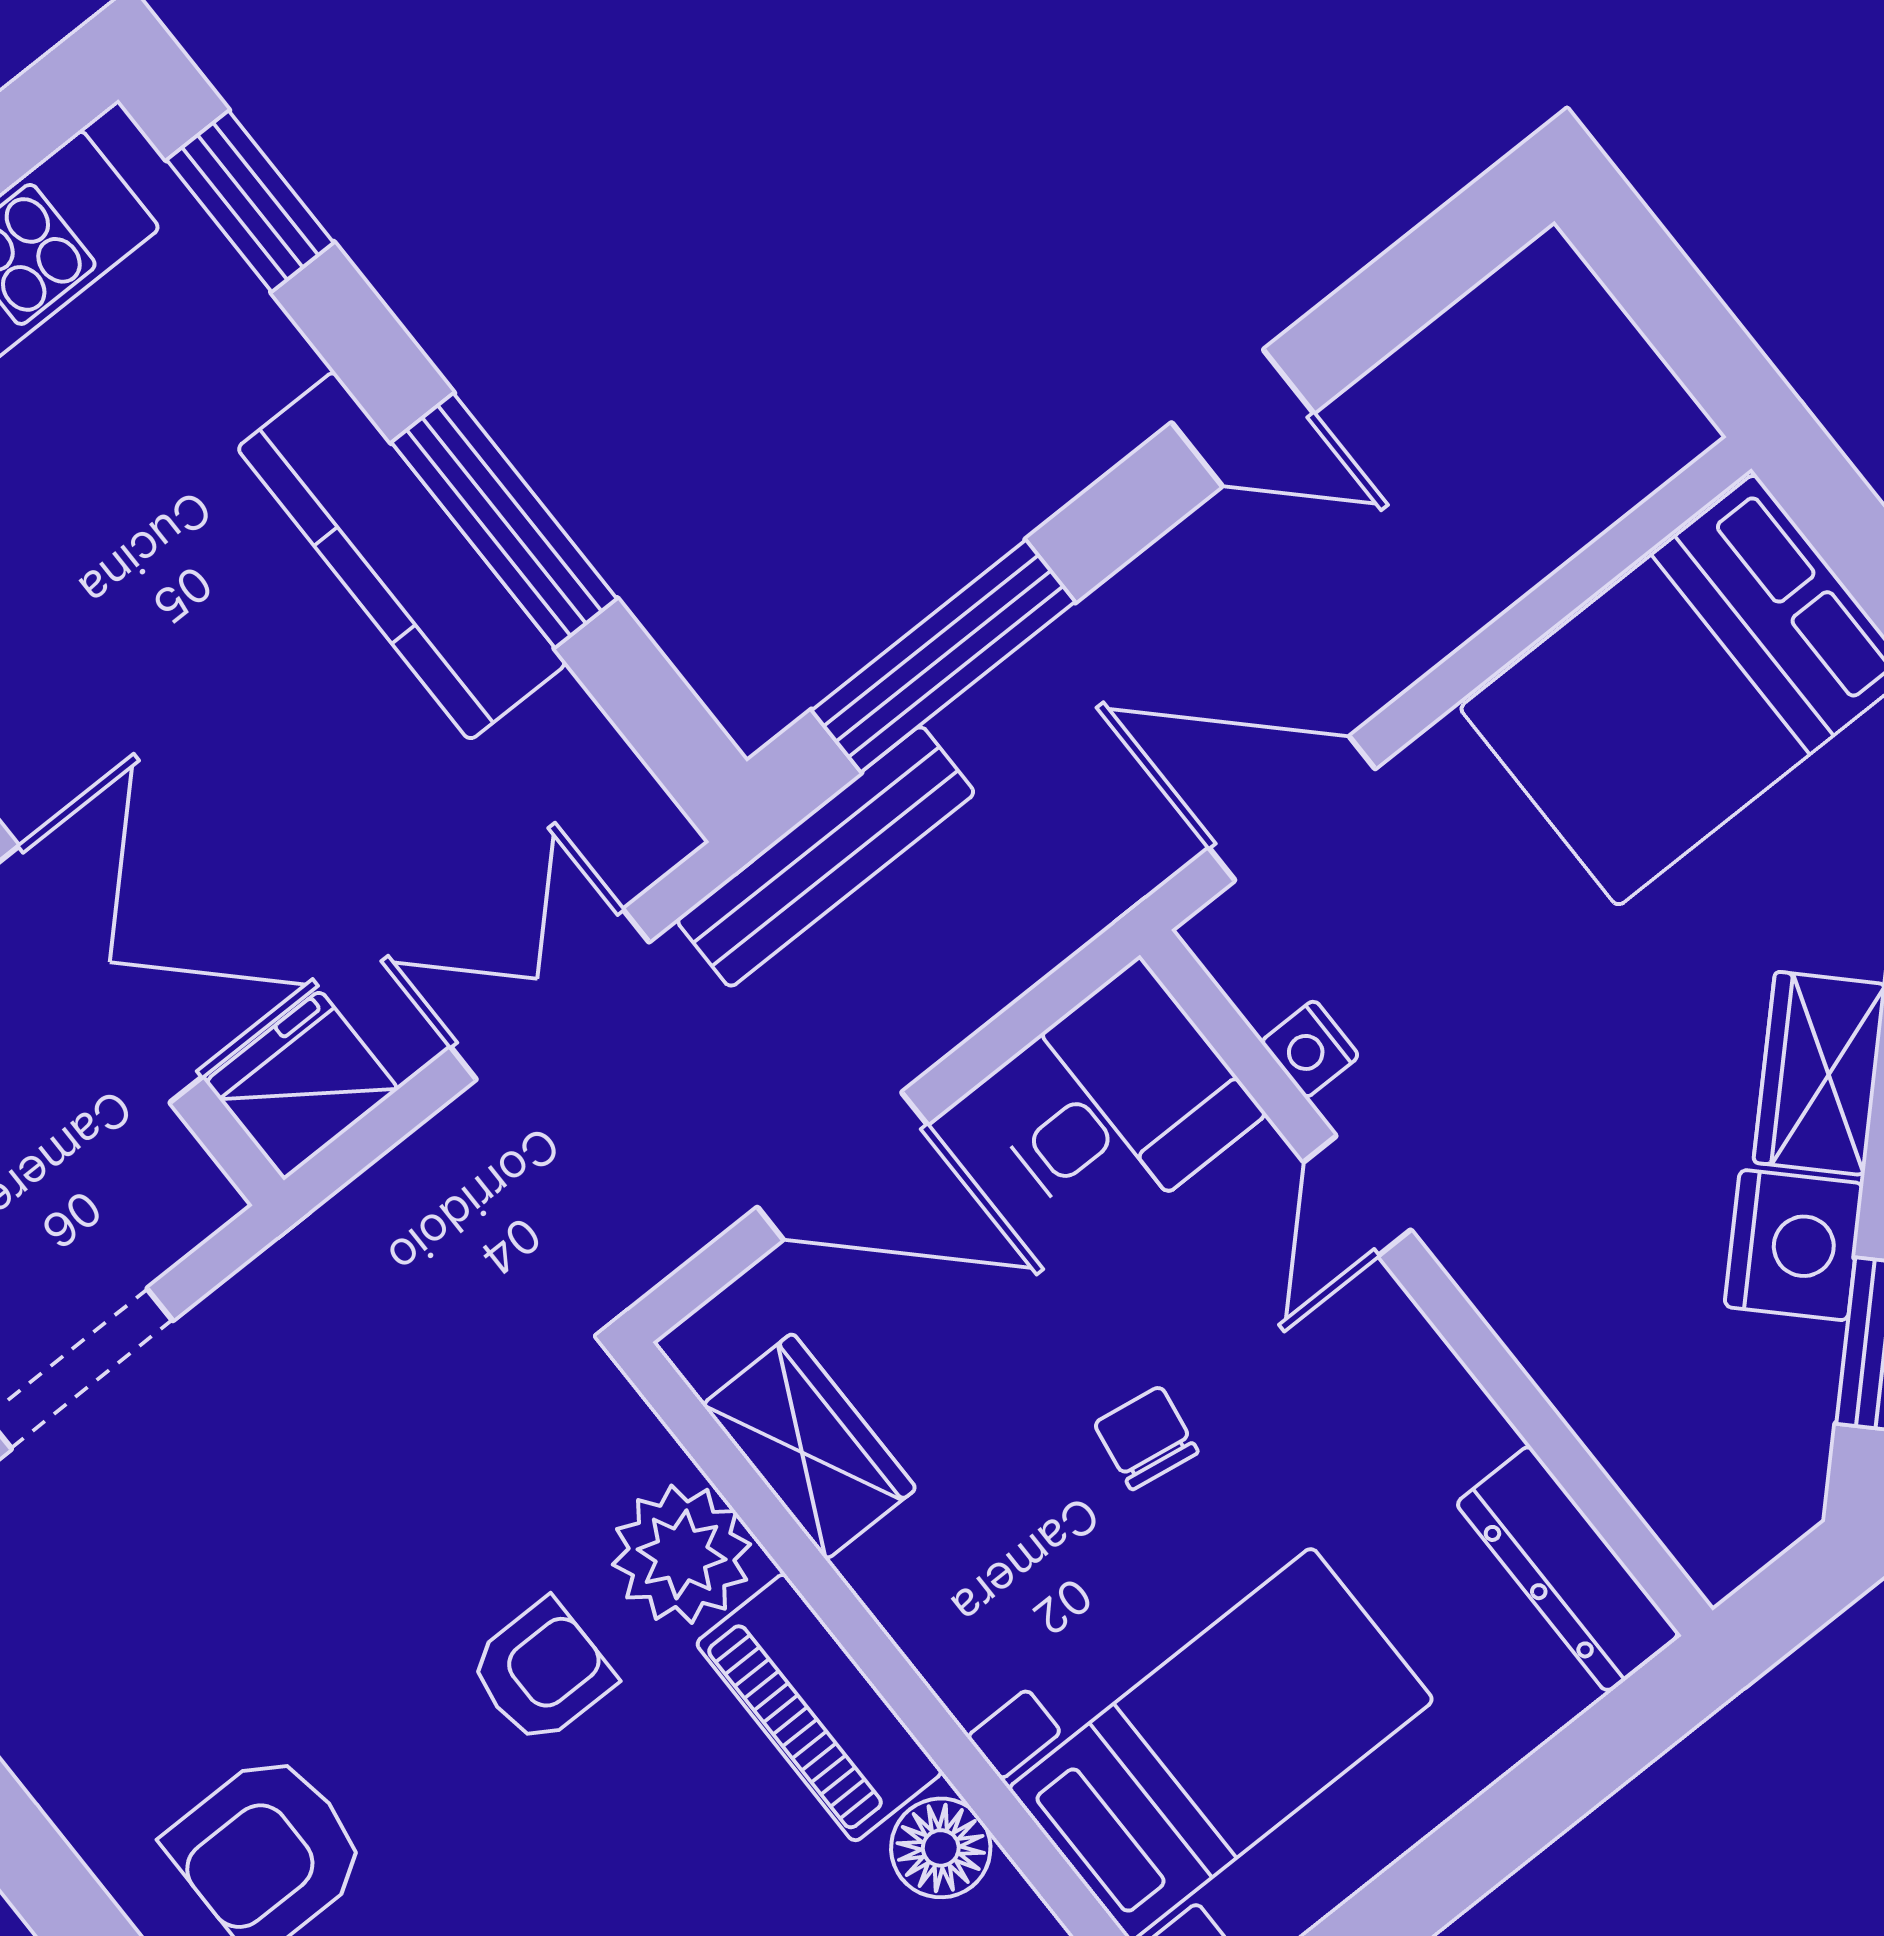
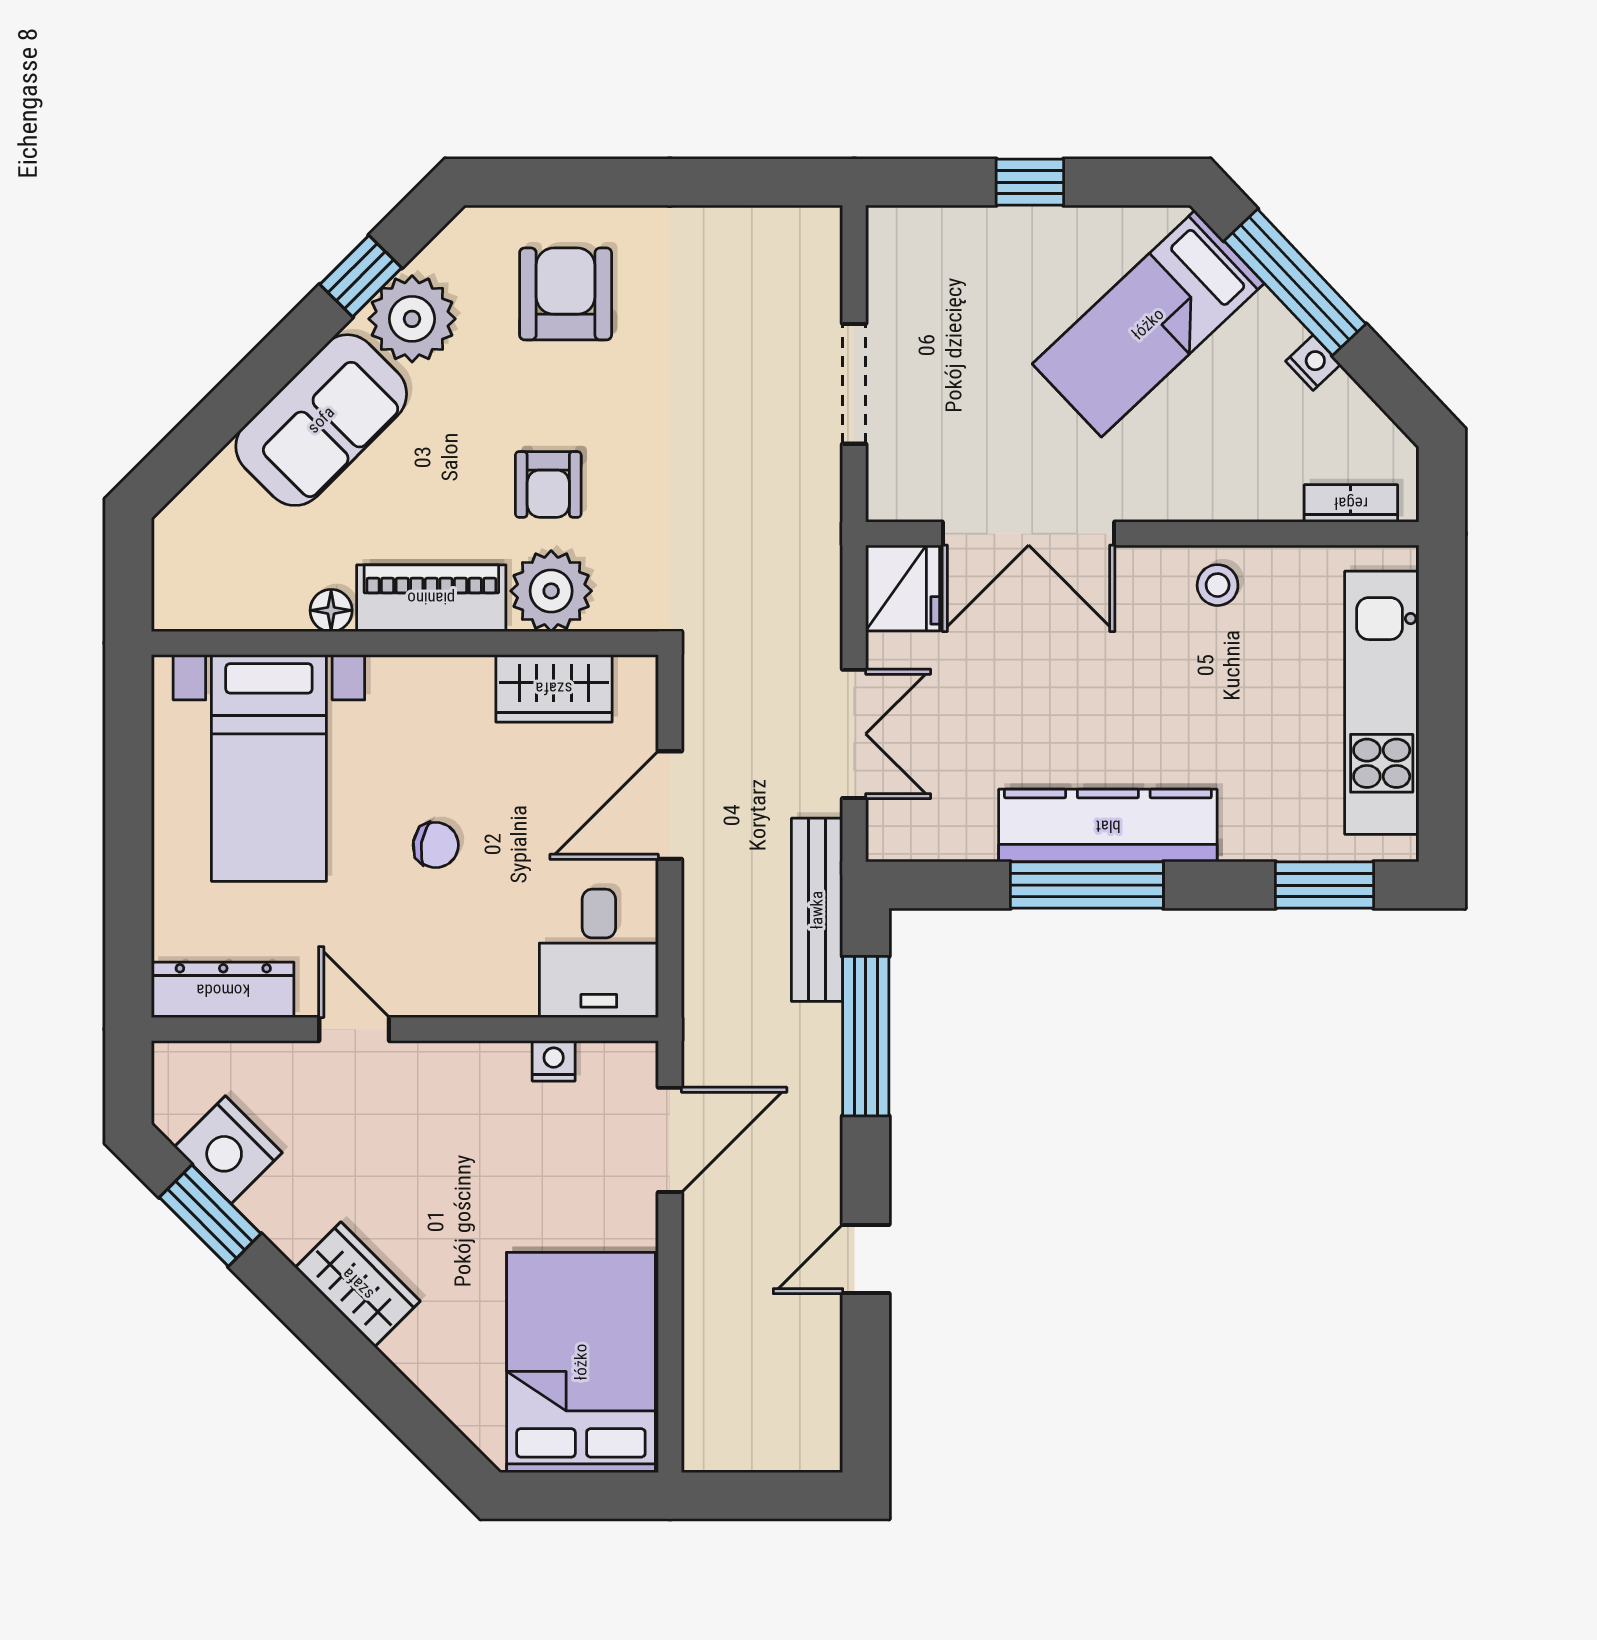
door: (1357, 1196) -> (354, 1029), moved
nightstand: (1794, 1245) -> (228, 1150), moved
floor lamp: (941, 1848) -> (331, 610), width x0.73, depth x0.73

